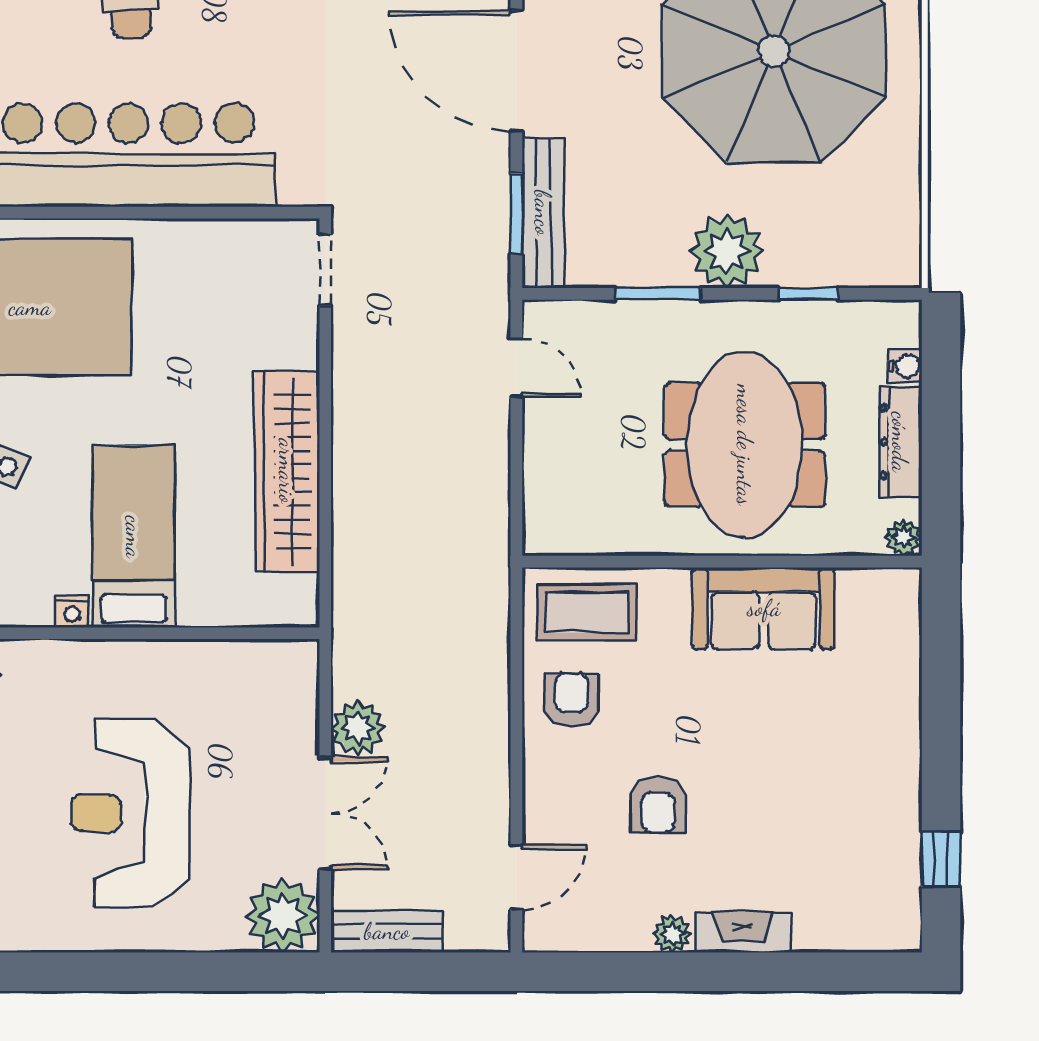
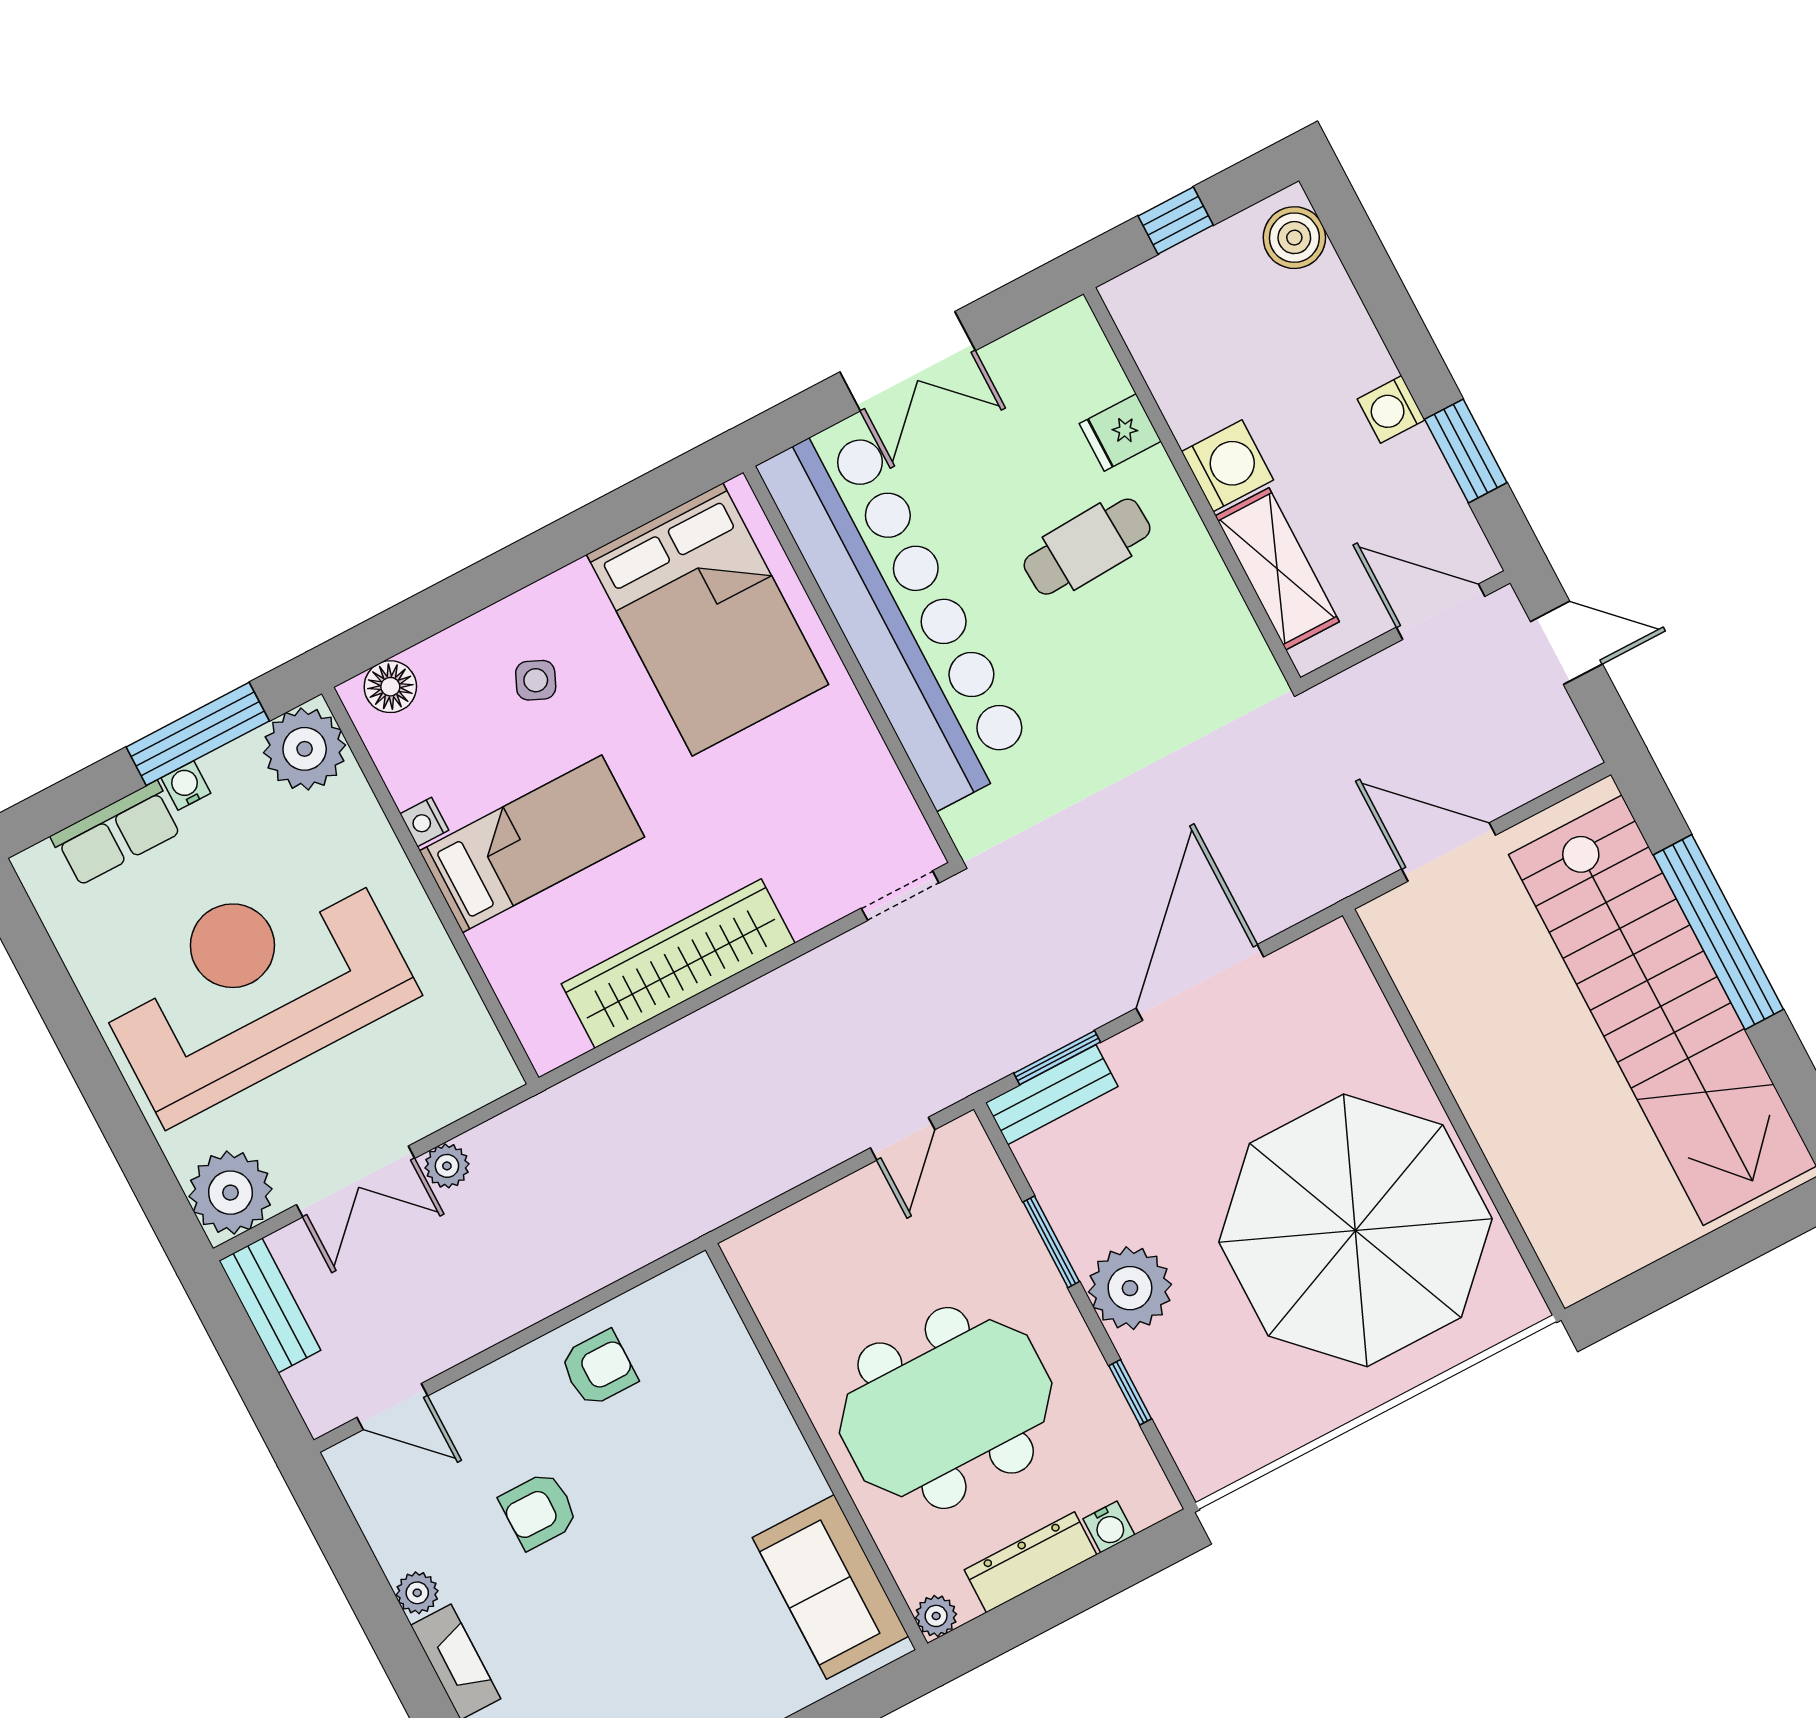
bench: (543, 213) -> (1052, 1095), width x0.73
sofa: (764, 608) -> (830, 1587), moved
coffee table: (587, 612) -> (695, 1338), removed
plant: (358, 728) -> (447, 1166), width x0.73, depth x0.73
reception desk: (130, 813) -> (254, 986), width x1.36, depth x1.30

